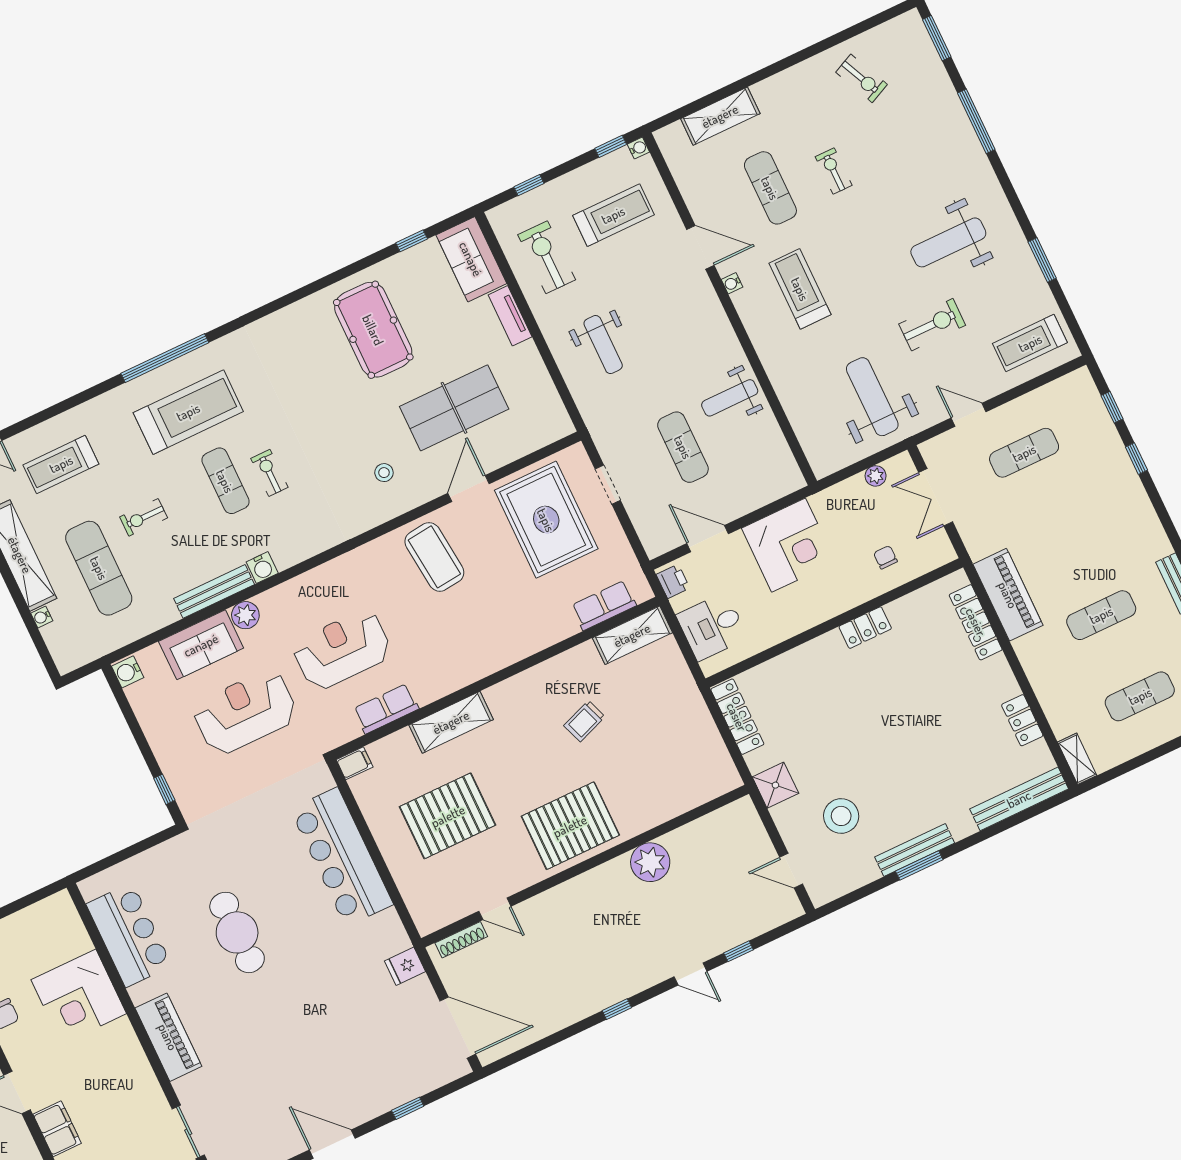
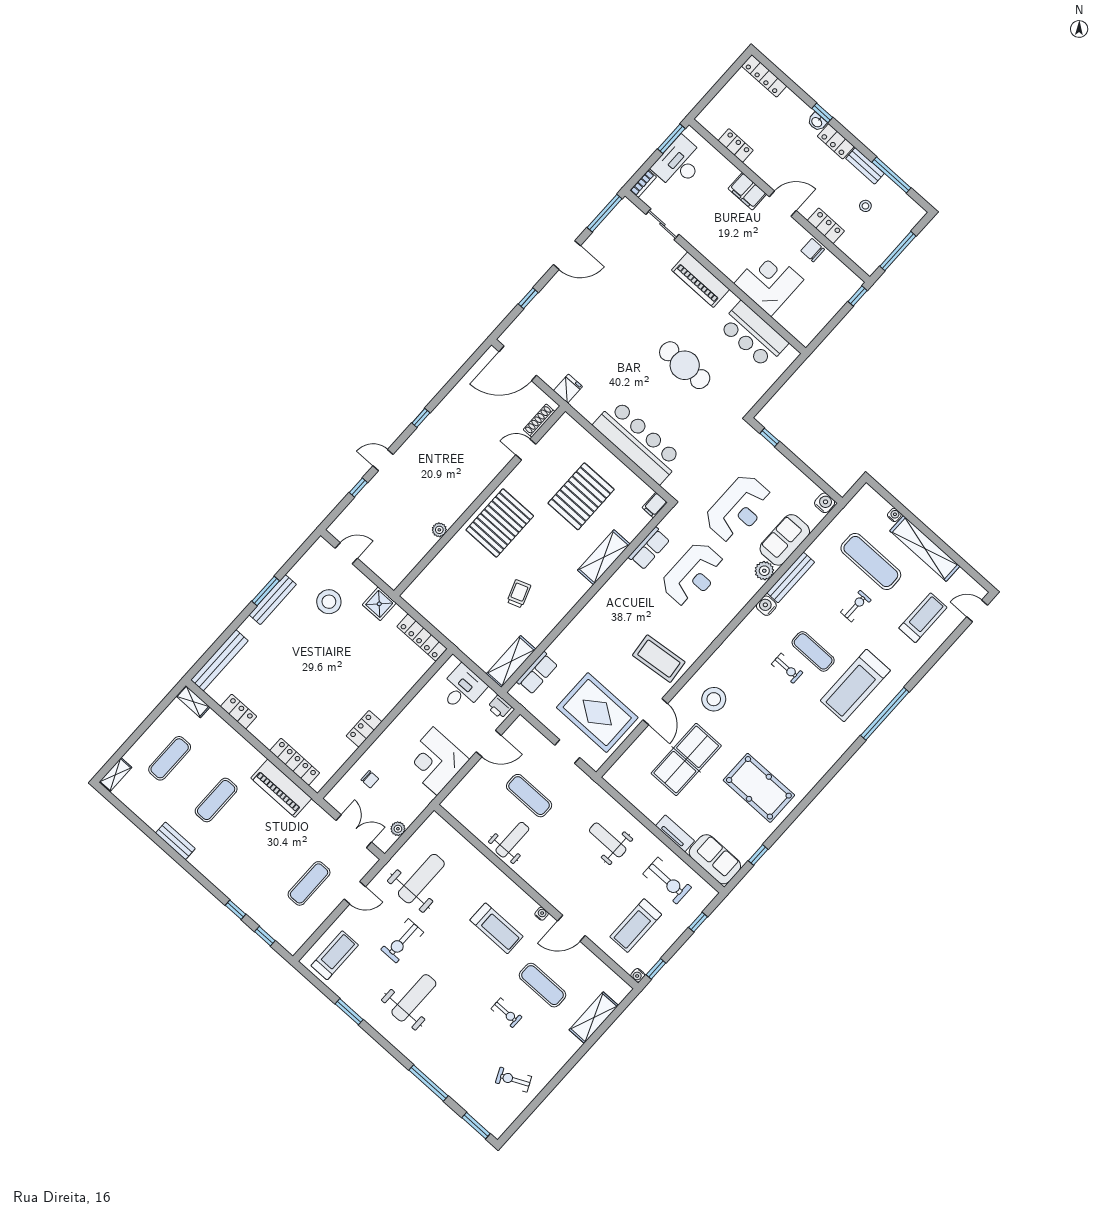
weight bench: (872, 397) -> (421, 879), turned -90
stool: (384, 473) -> (714, 699), width x1.89, depth x1.89
plant: (650, 862) -> (439, 530), width x0.53, depth x0.53

